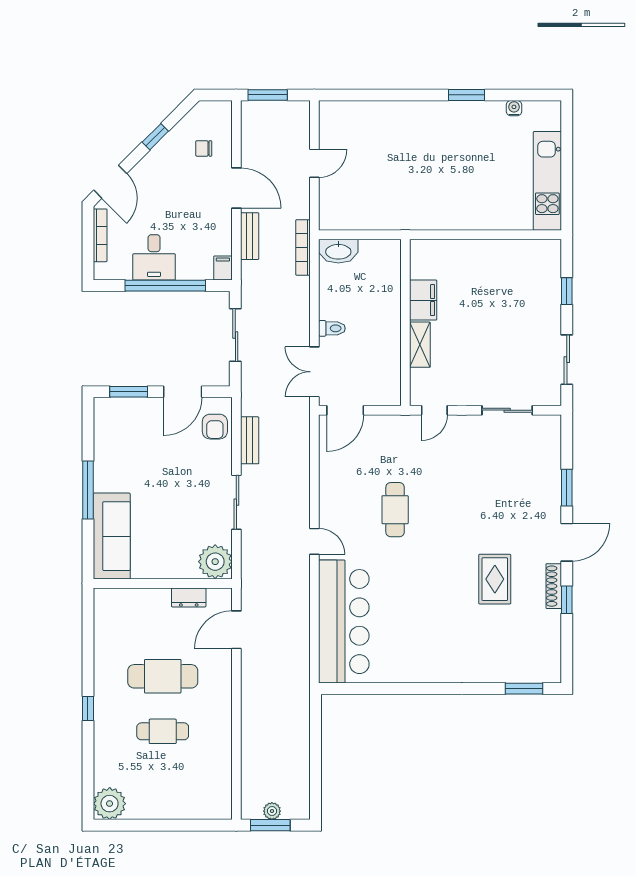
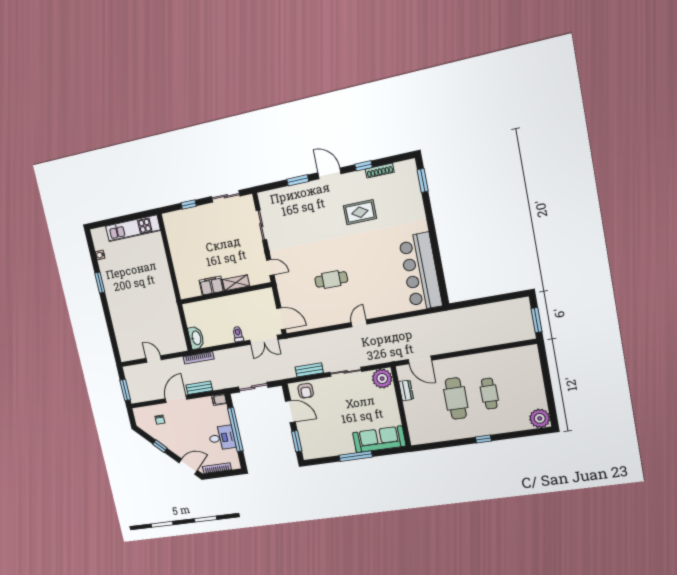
armchair: (215, 427) -> (306, 391), turned 90
shoe rack: (554, 586) -> (380, 171), moved
bar counter: (344, 622) -> (421, 272), moved, turned -90
plant: (272, 811) -> (527, 321), removed

